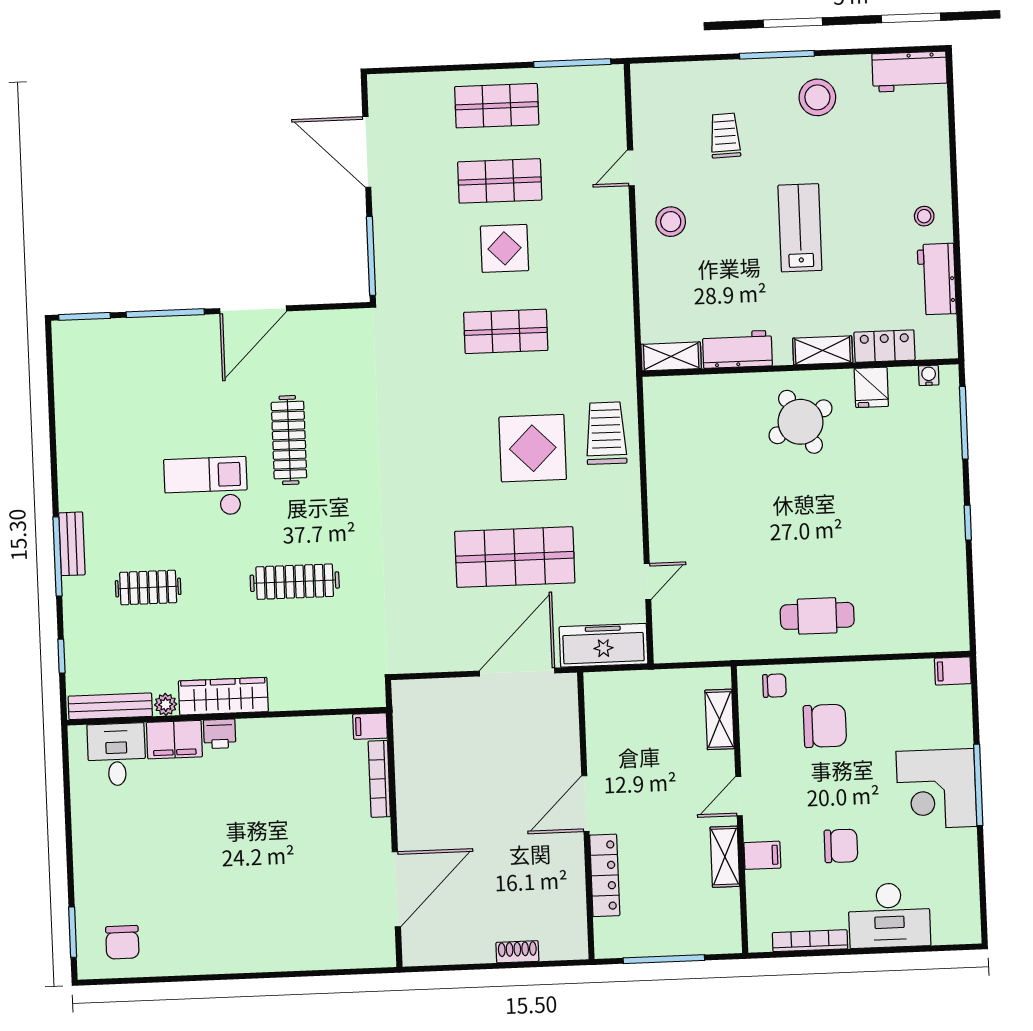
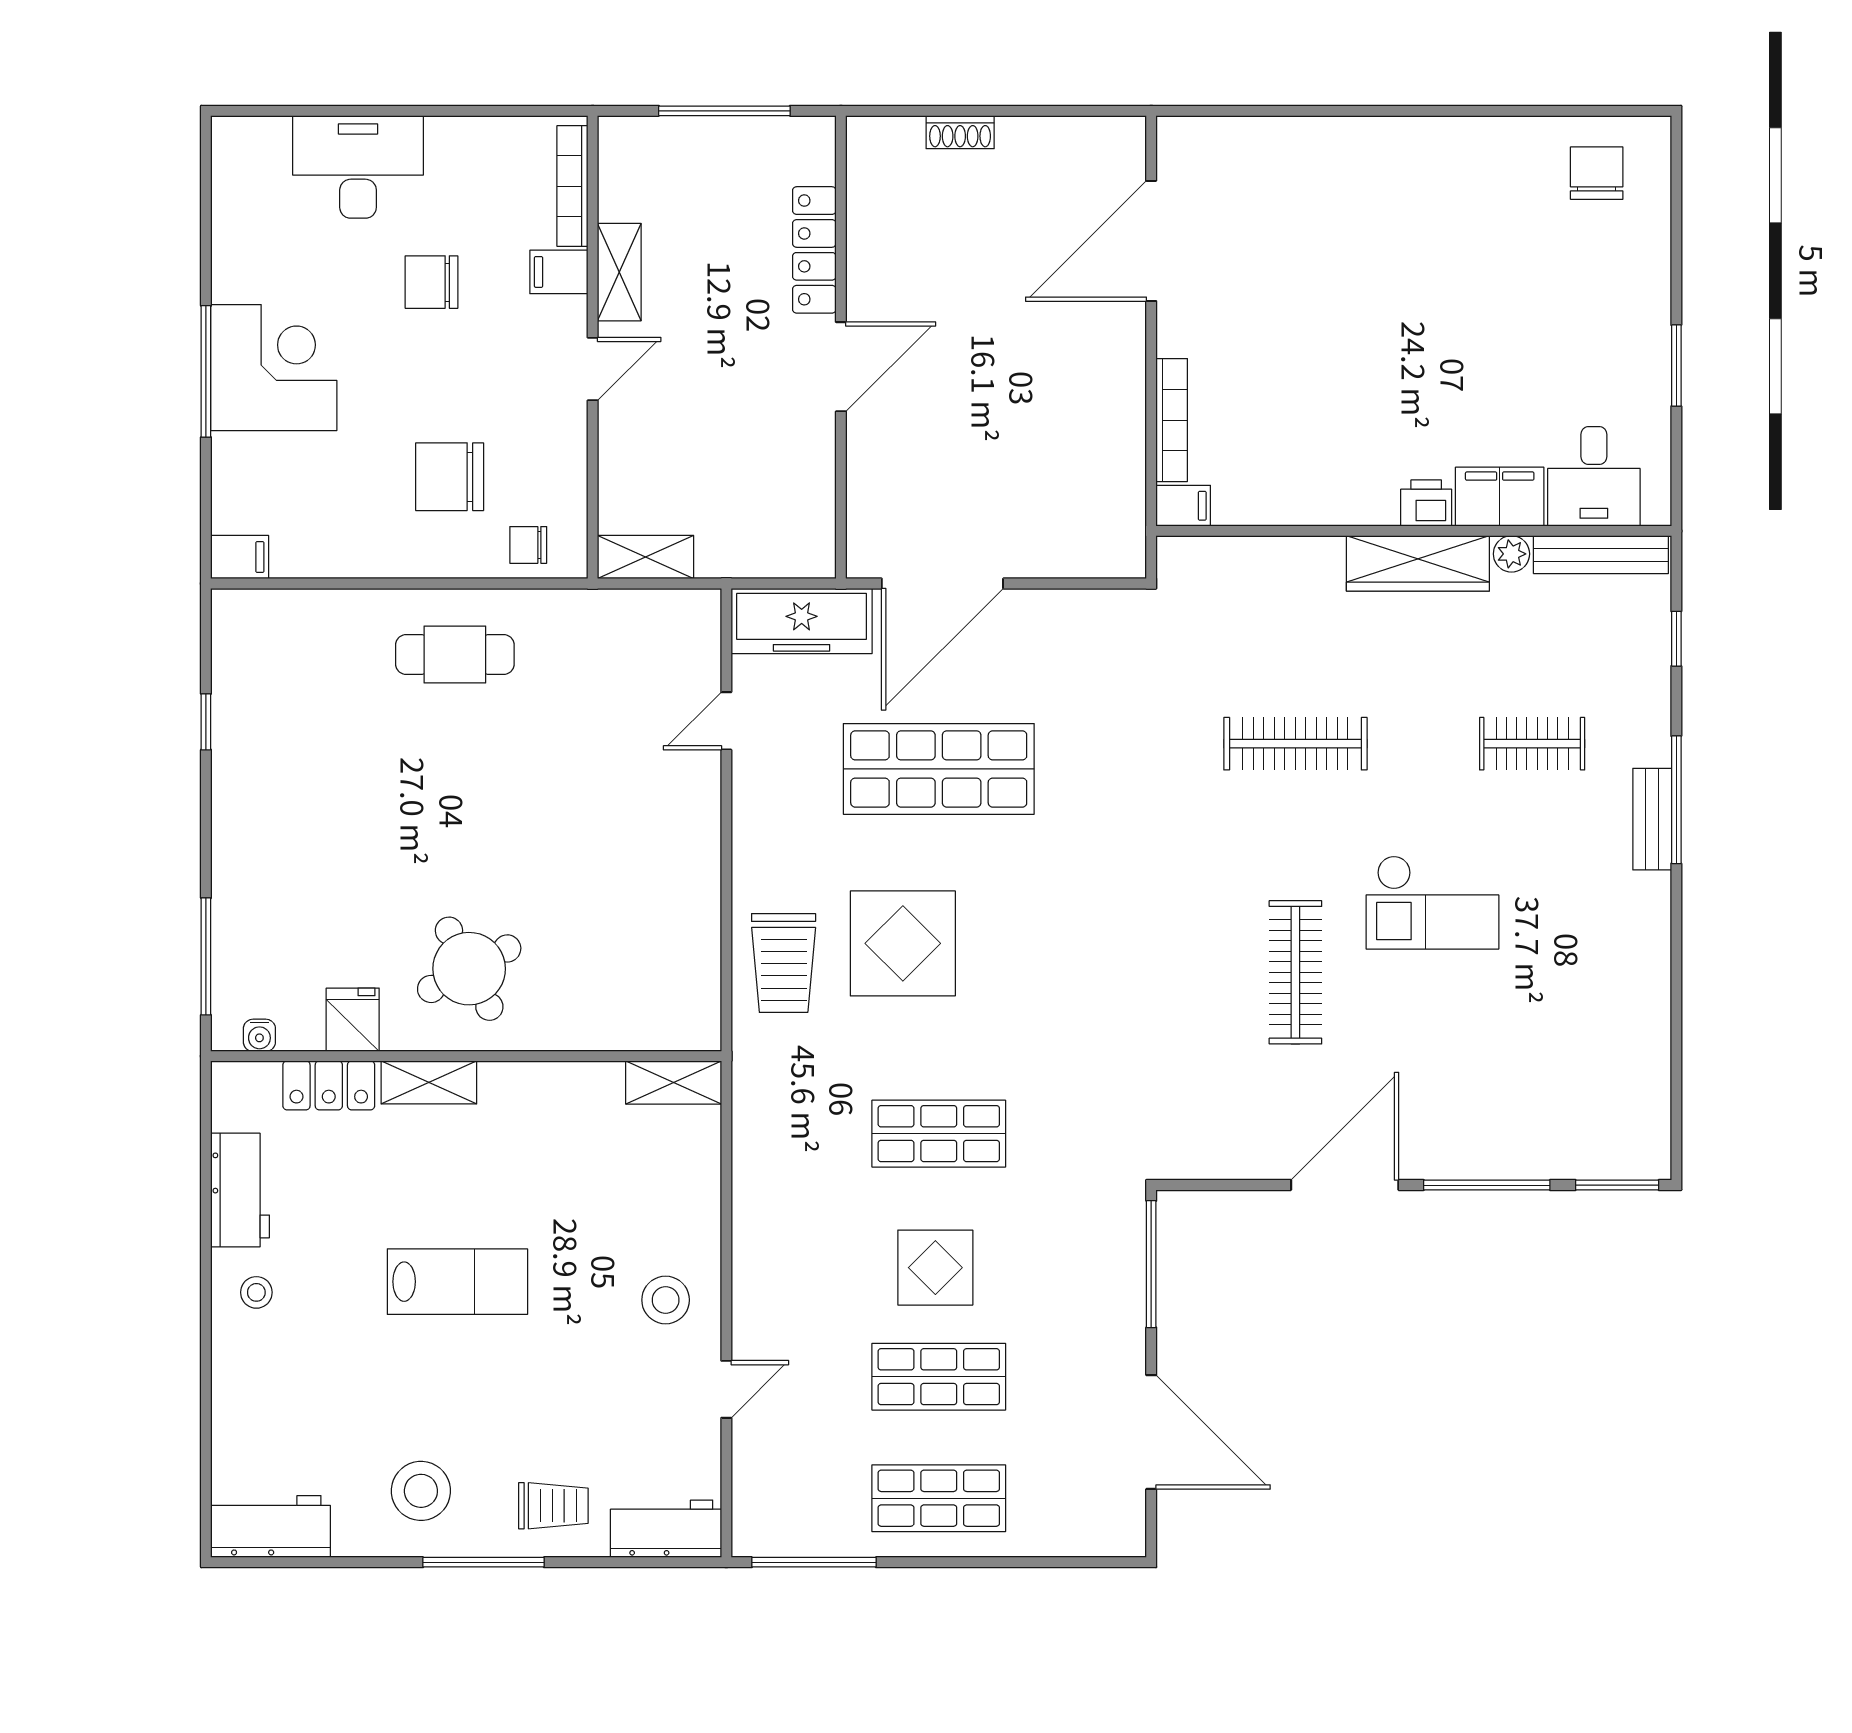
trolley: (725, 136) -> (553, 1506), moved, turned -88
lab bench: (800, 228) -> (457, 1282), turned -90
workbench: (737, 349) -> (666, 1529), moved, turned 180
window: (968, 523) -> (206, 722), moved
shelving: (720, 719) -> (646, 557), moved, turned 90
window: (73, 932) -> (1676, 366), moved
bookcase: (810, 941) -> (572, 186), moved, turned 90

